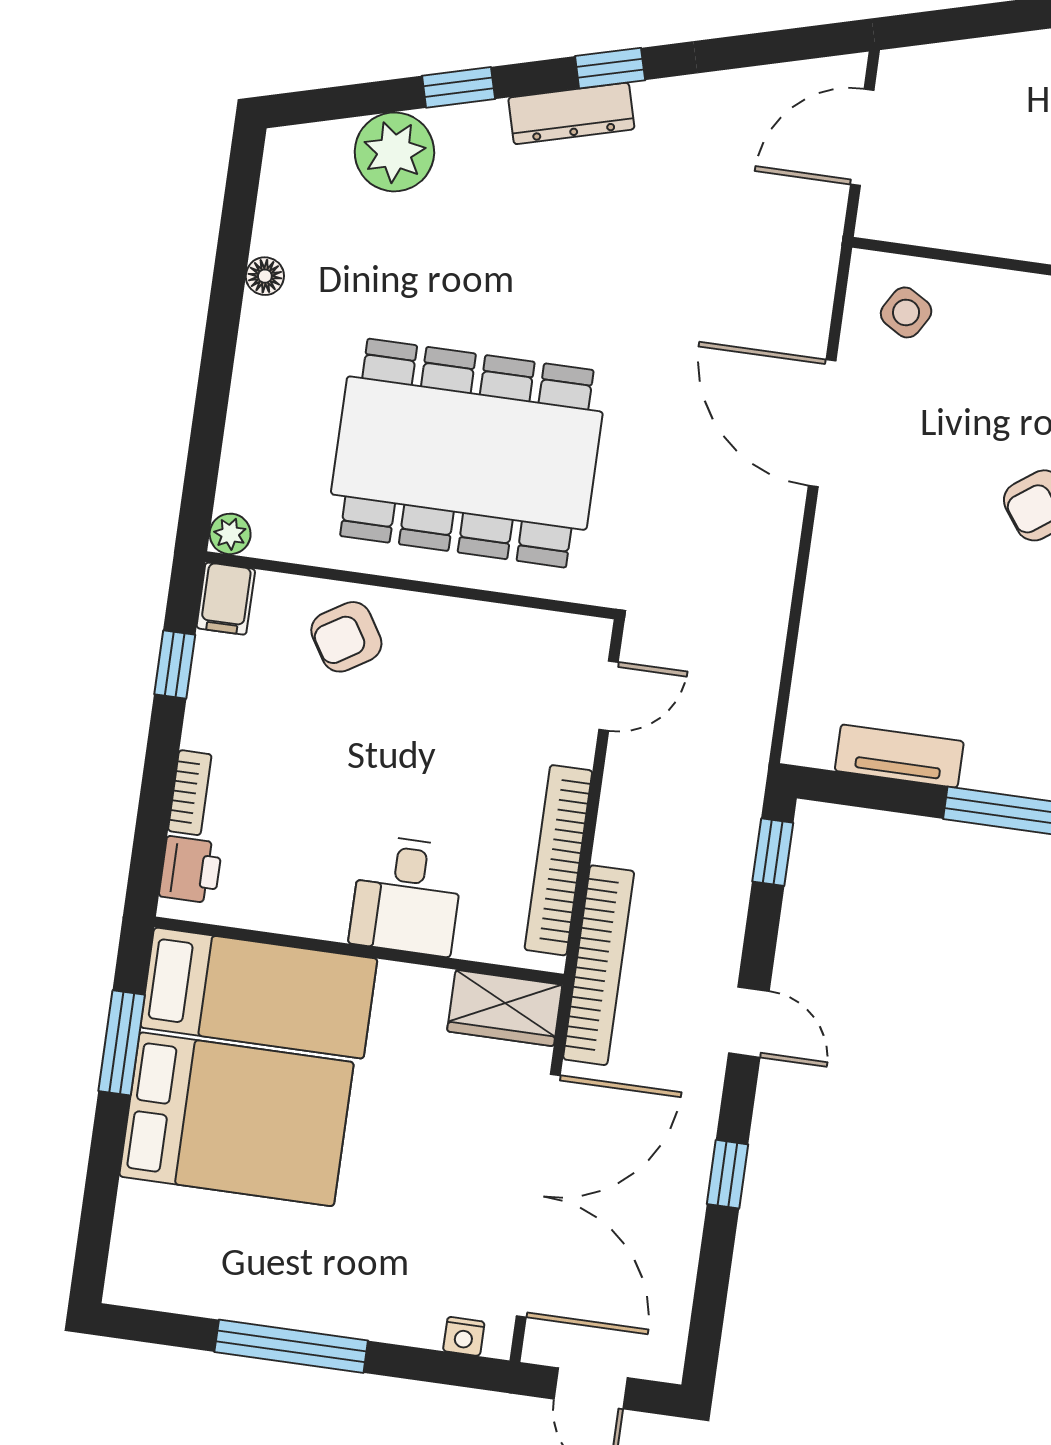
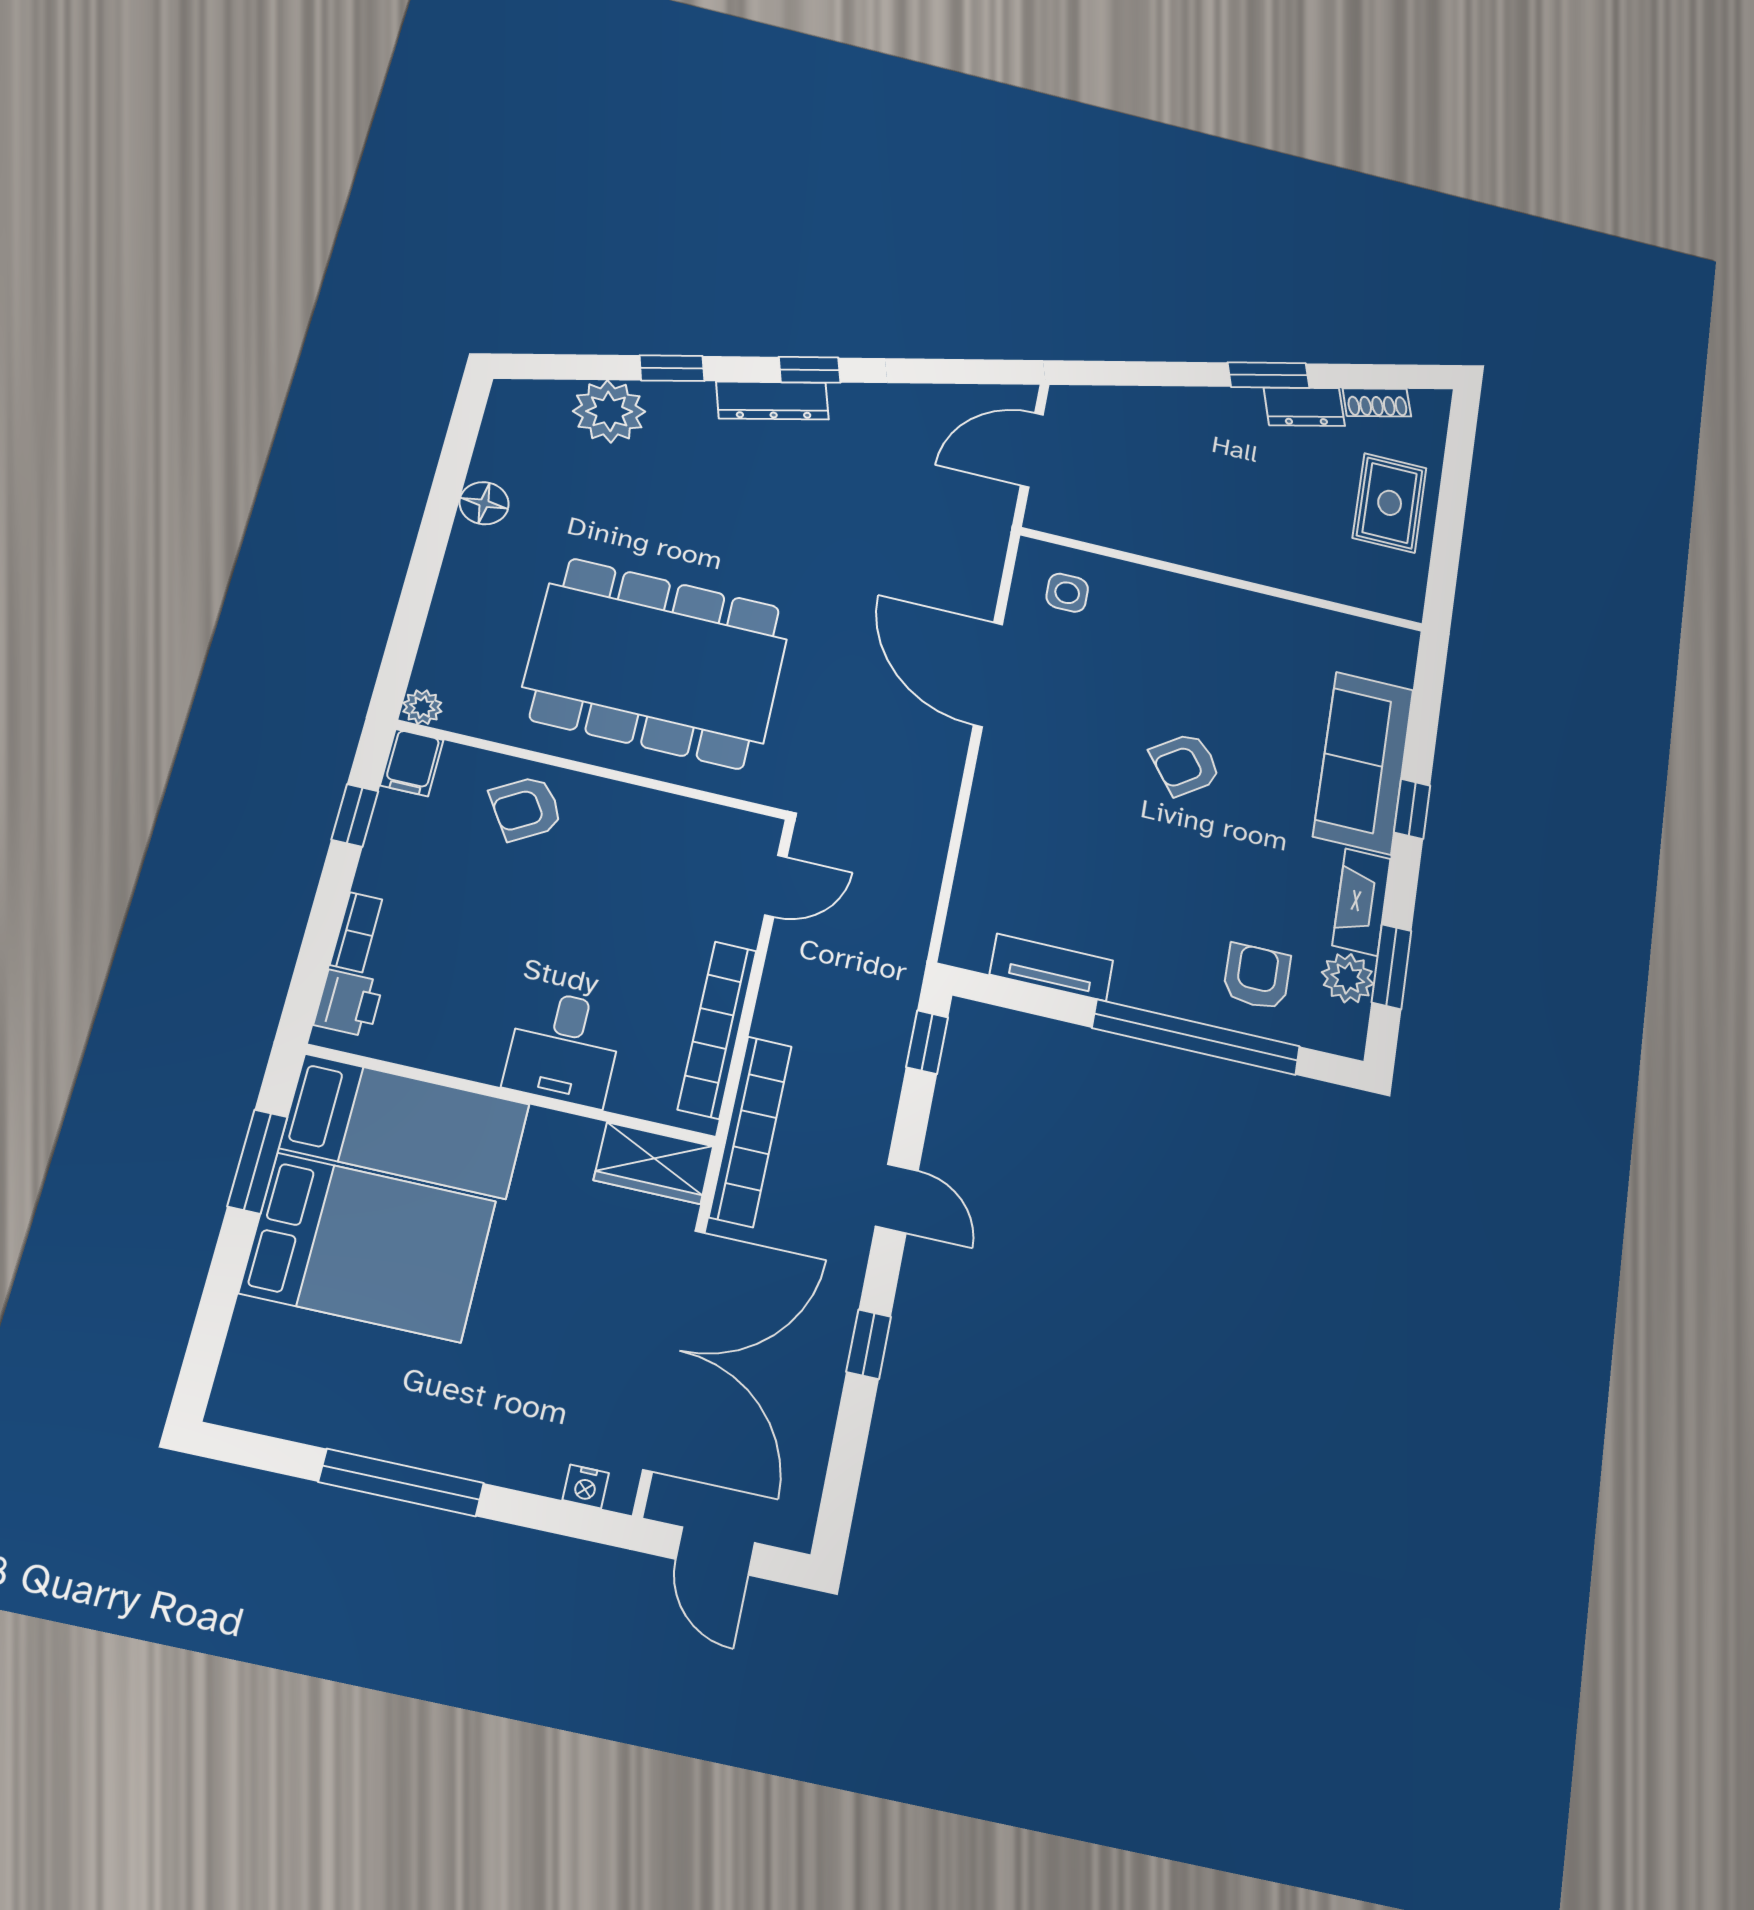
floor lamp: (265, 276) -> (484, 503), width x1.37, depth x1.37
side table: (906, 312) -> (1067, 593), turned -31

